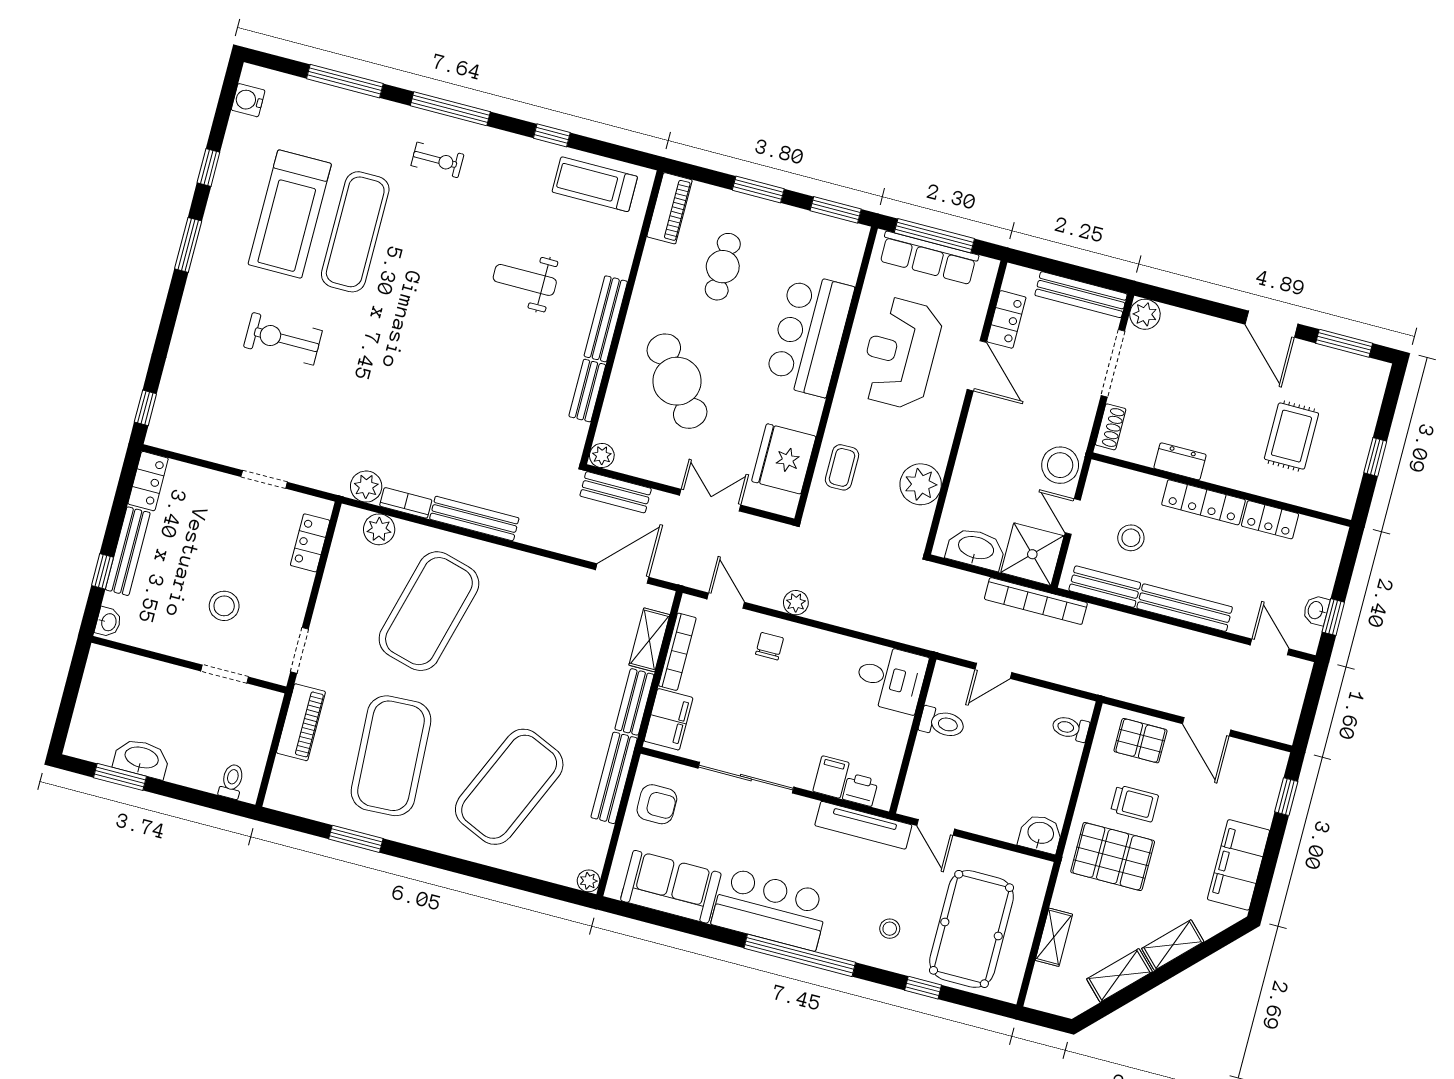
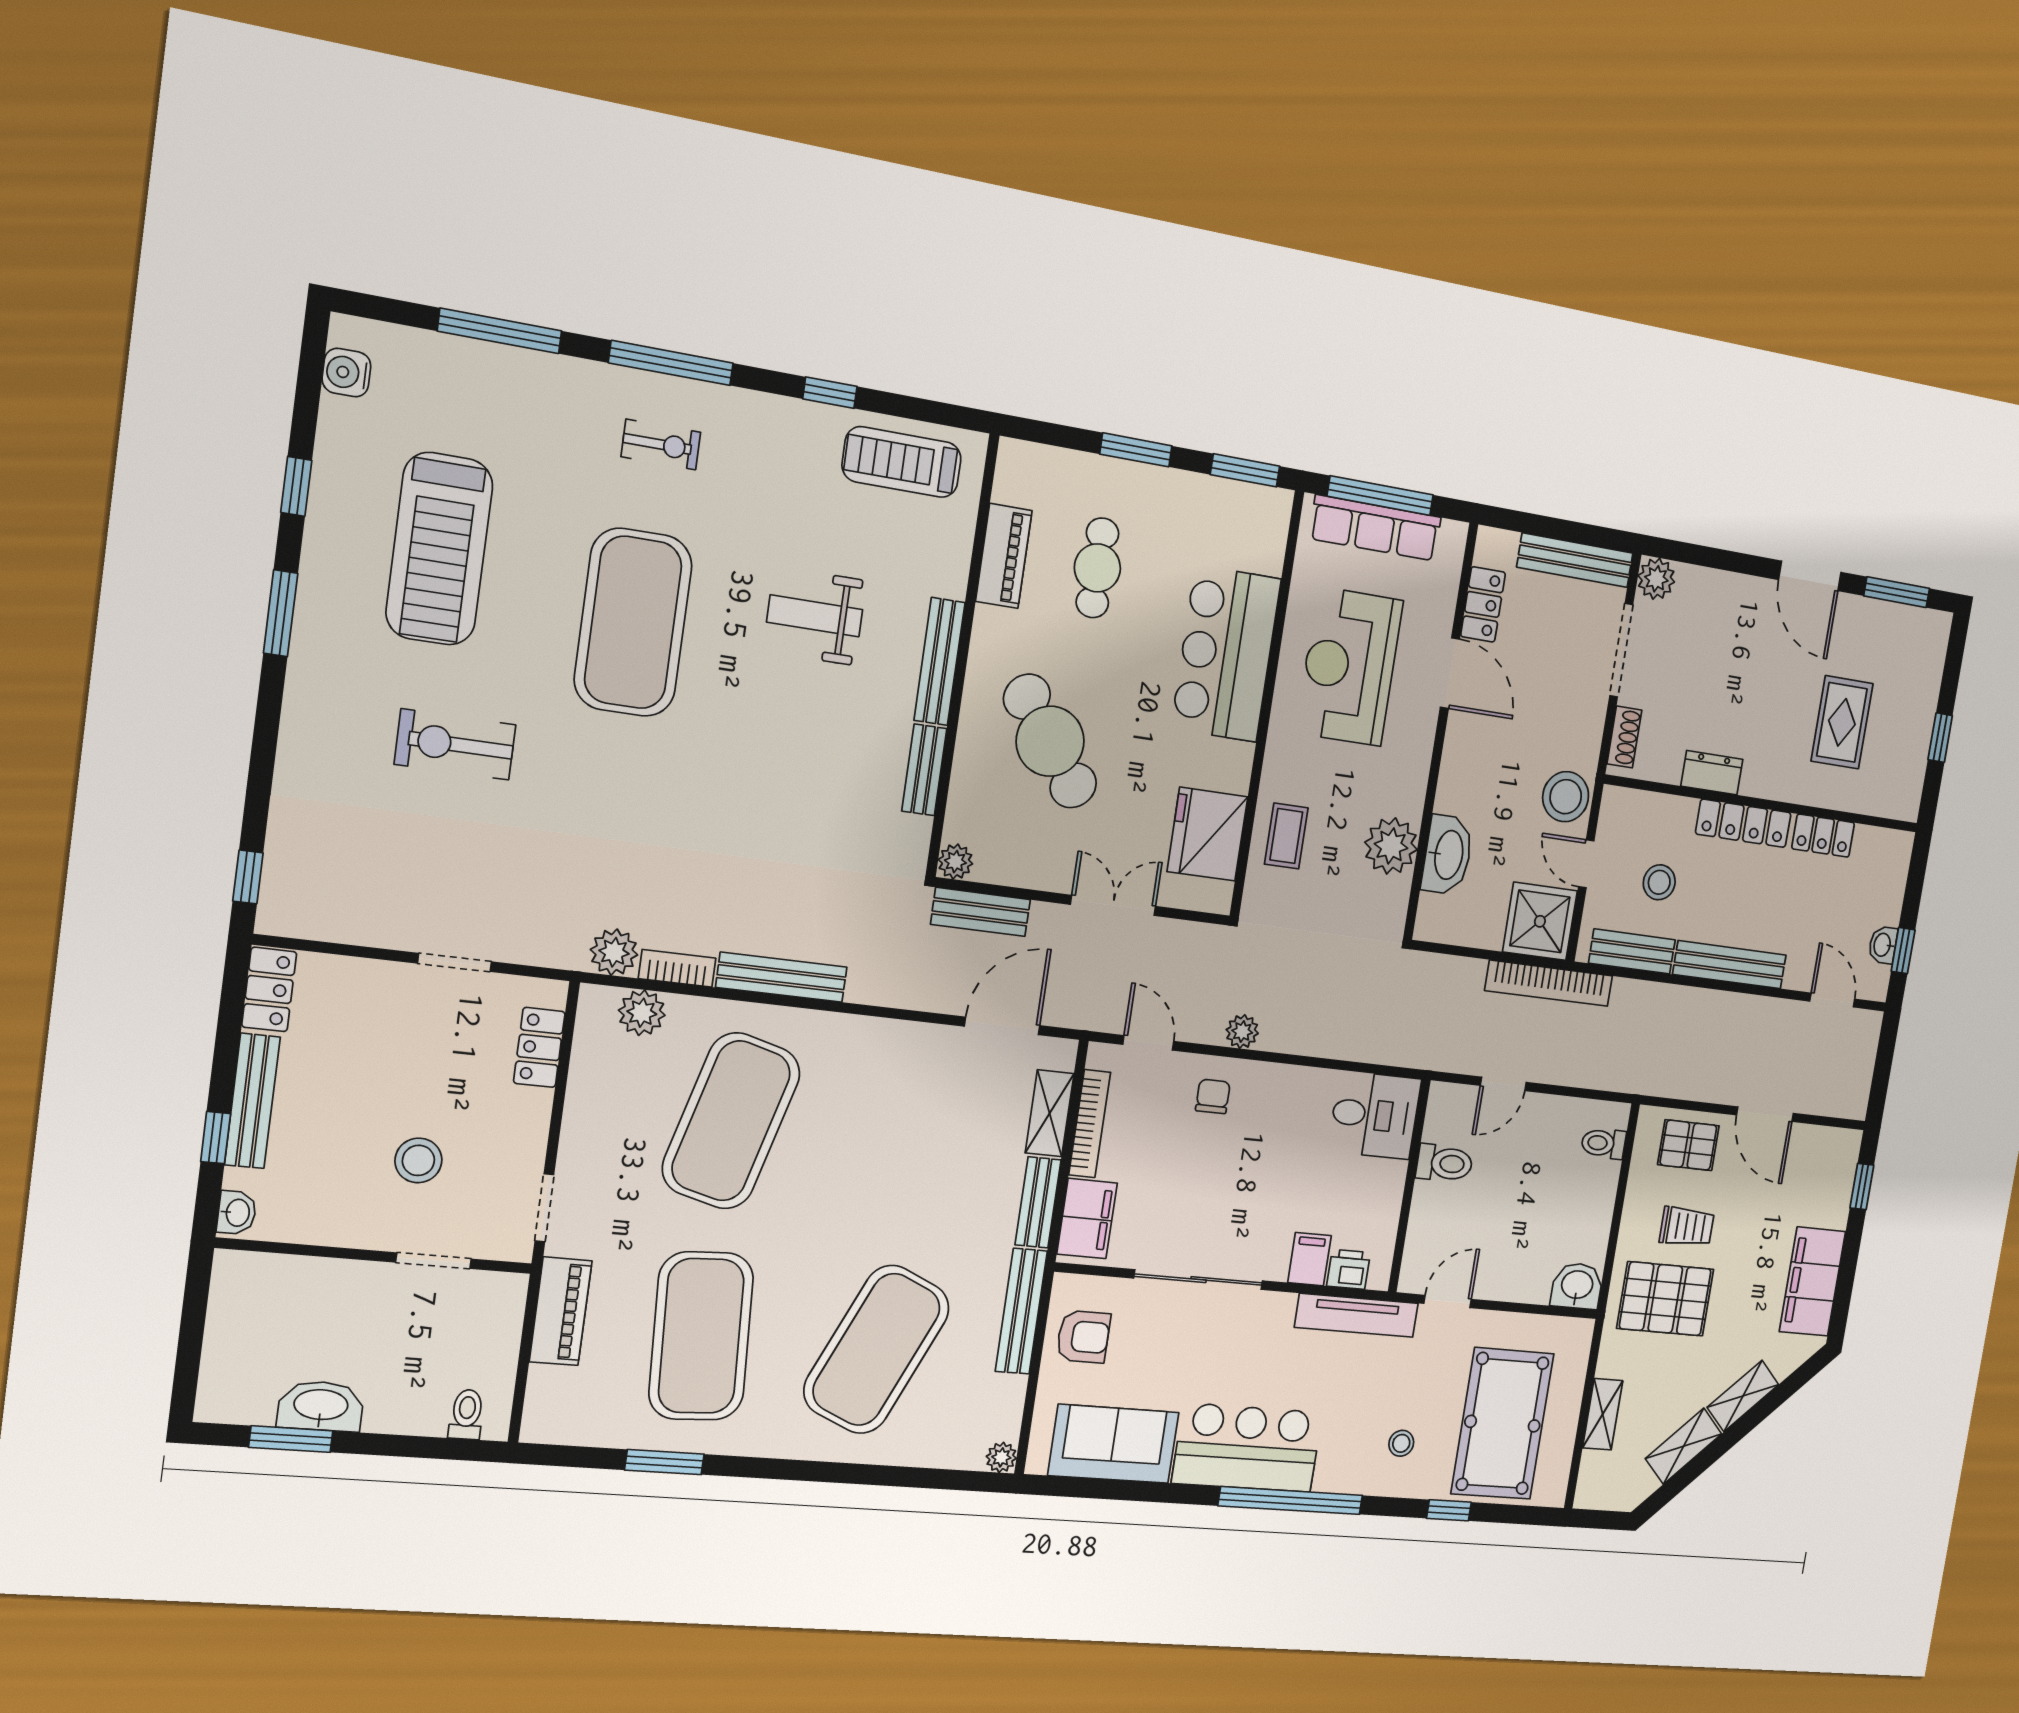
piano: (670, 208) -> (1004, 556), moved
exercise mat: (355, 232) -> (633, 623), moved, width x1.47
washbasin: (976, 549) -> (1448, 855), moved, turned 90
door: (936, 827) -> (1448, 1301), swing flipped

